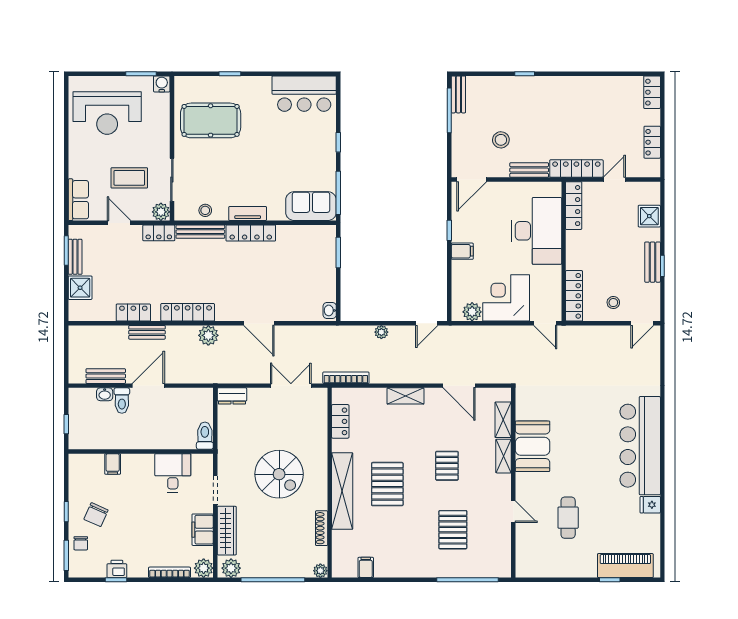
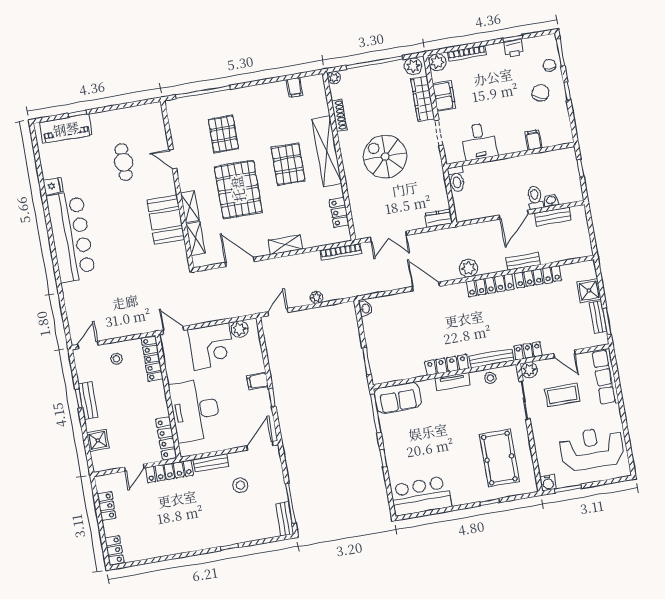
pool table: (211, 120) -> (499, 458), turned 90
row of seats: (78, 200) -> (605, 377), width x1.48
locker: (133, 313) -> (538, 277), width x1.53
pallet: (447, 466) -> (238, 189), width x2.05, depth x2.00

